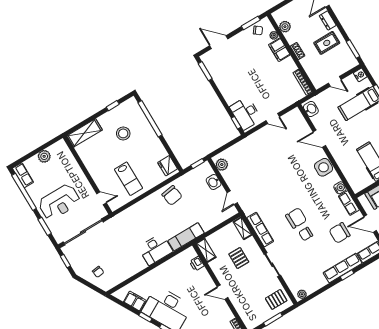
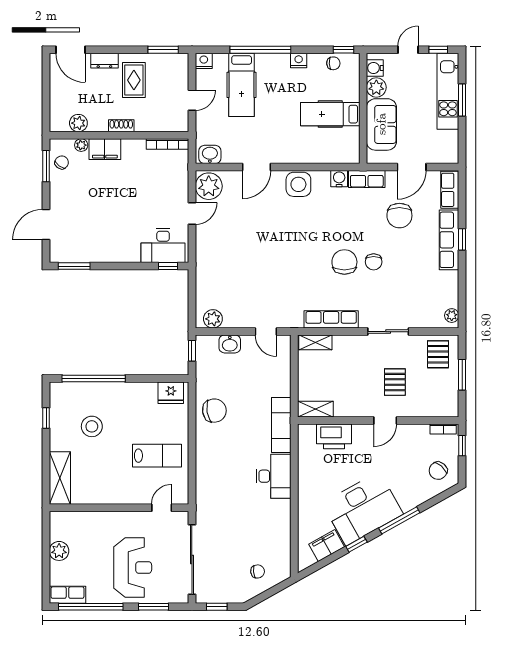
plant: (293, 119) -> (209, 186), added
pallet: (239, 258) -> (395, 382), moved, turned 90
printer: (197, 264) -> (334, 436), width x1.87, depth x1.48

